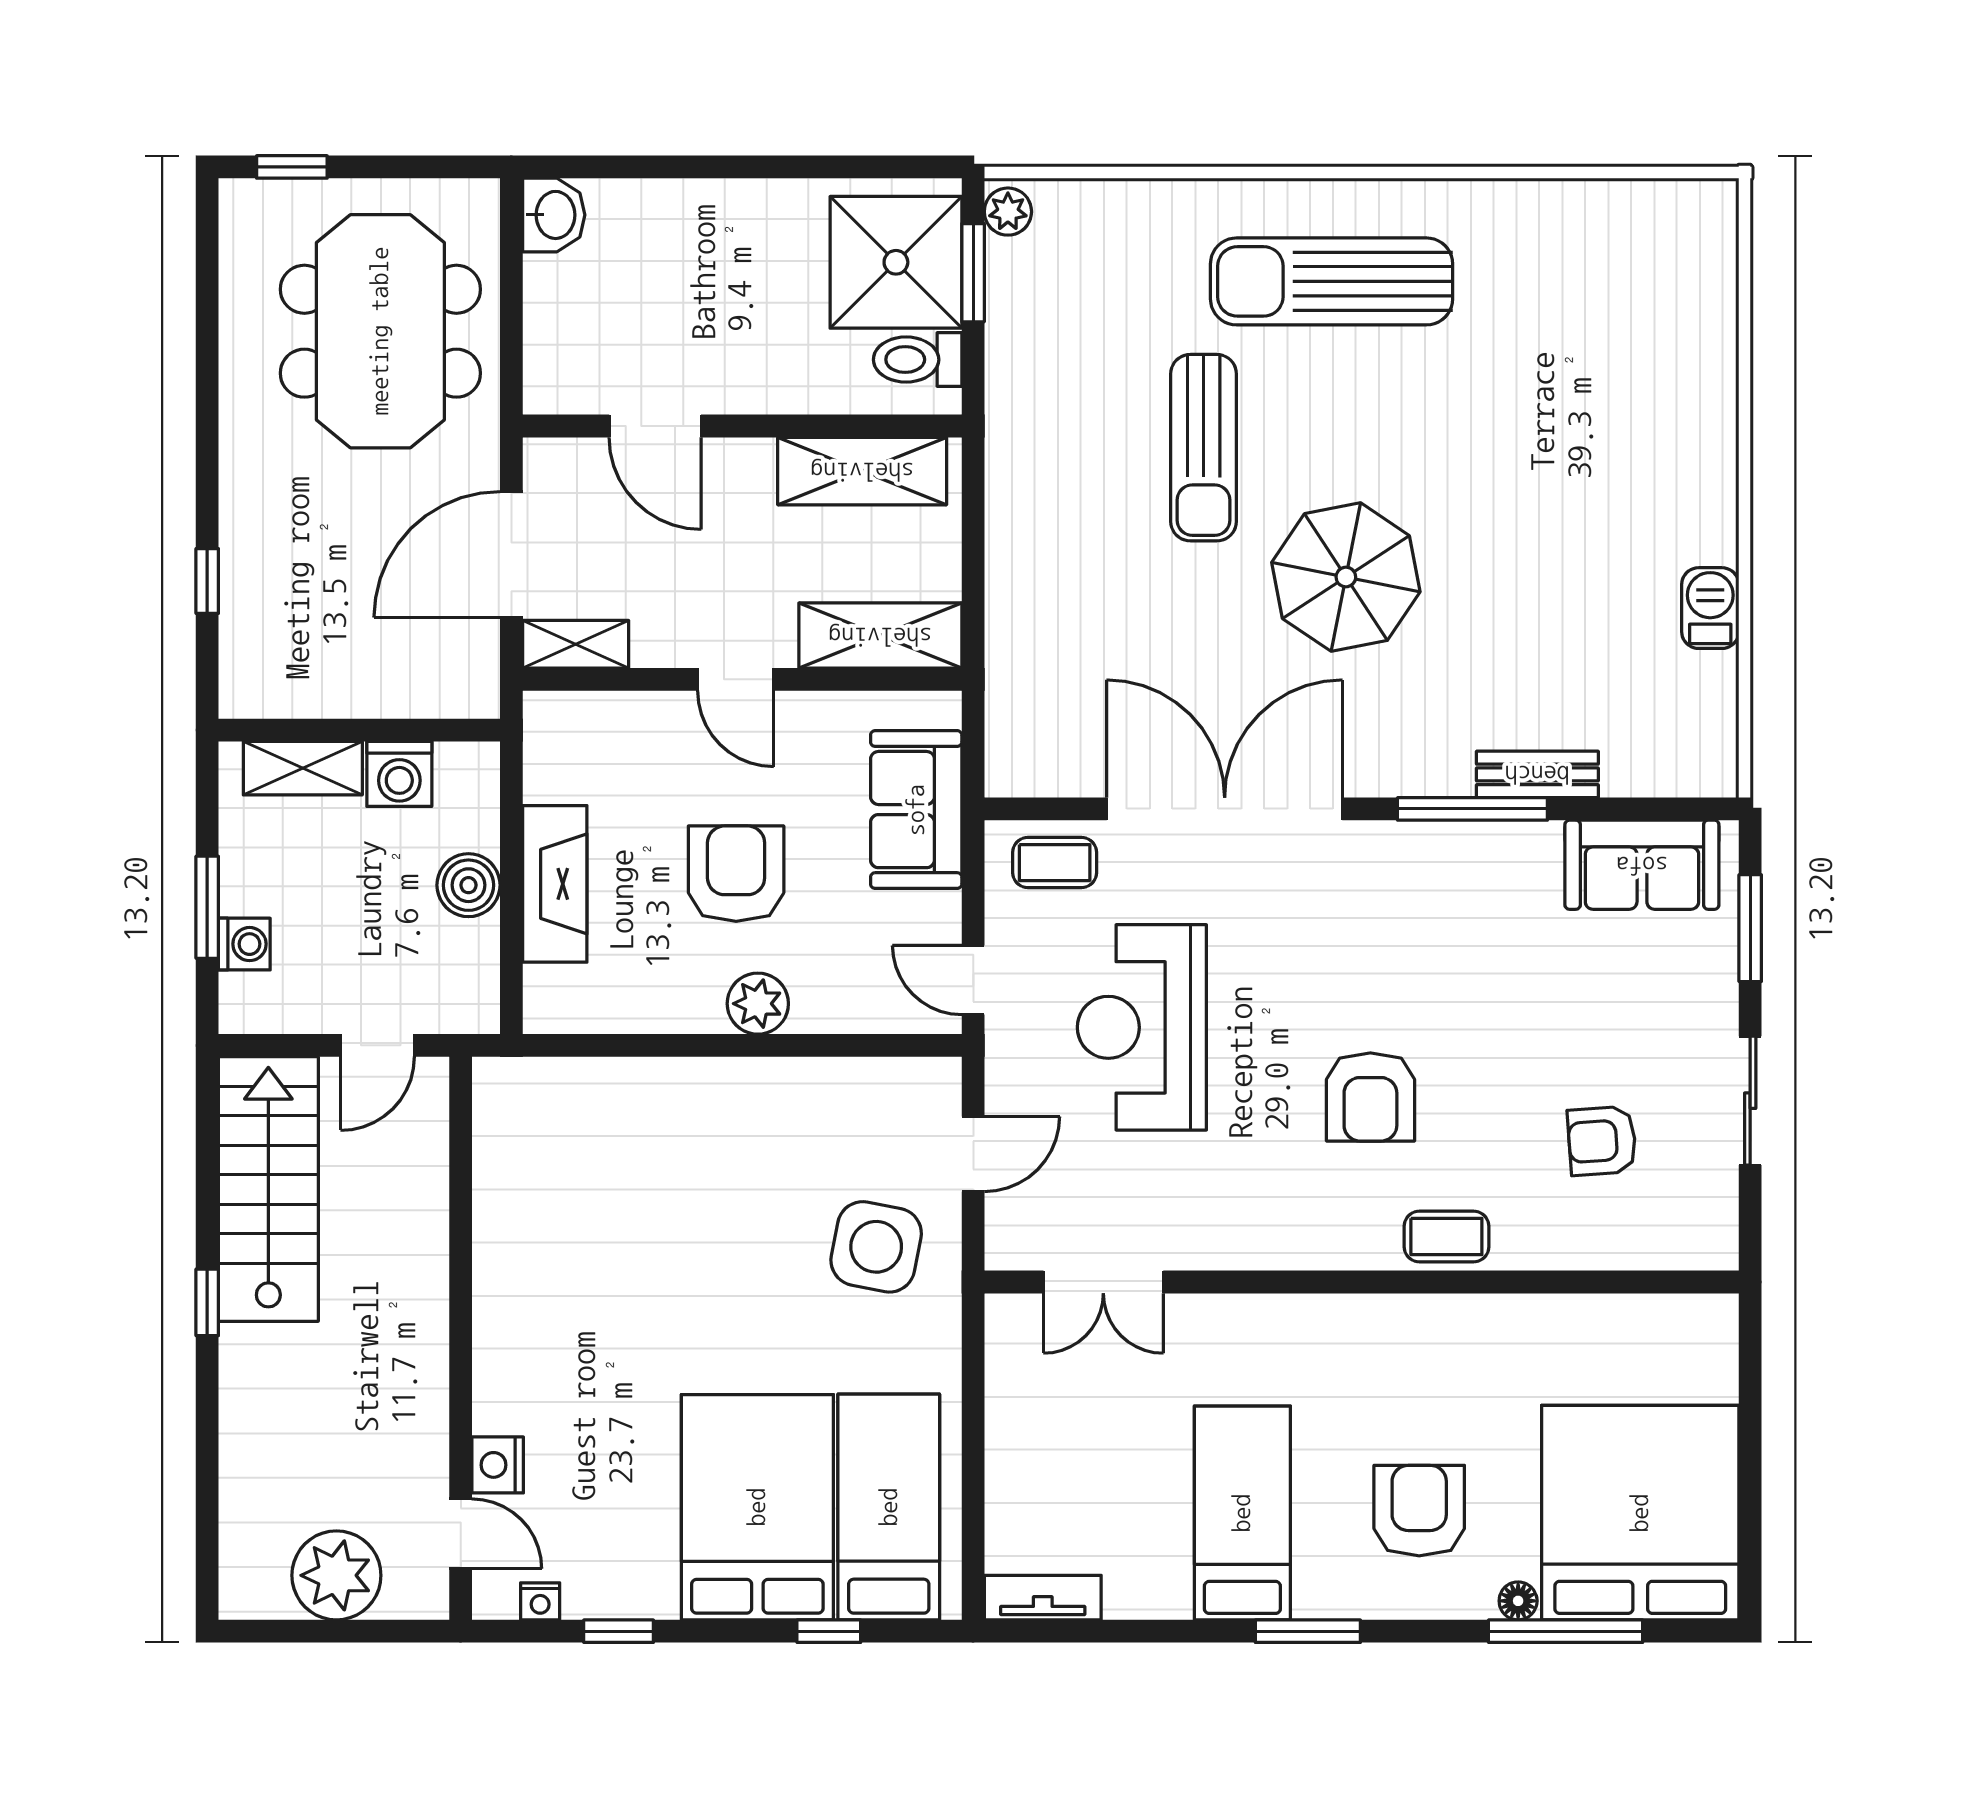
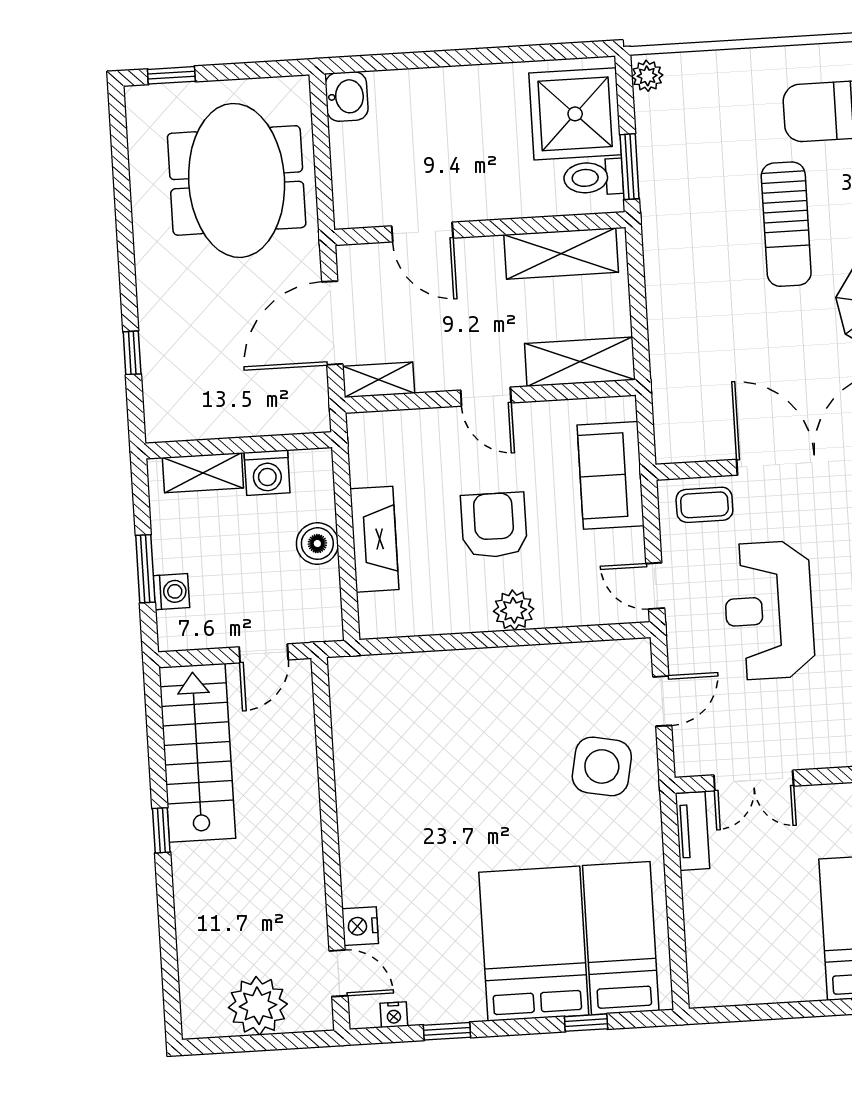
window: (973, 273) -> (630, 167), moved
tv unit: (1043, 1598) -> (692, 831), moved, turned 90

